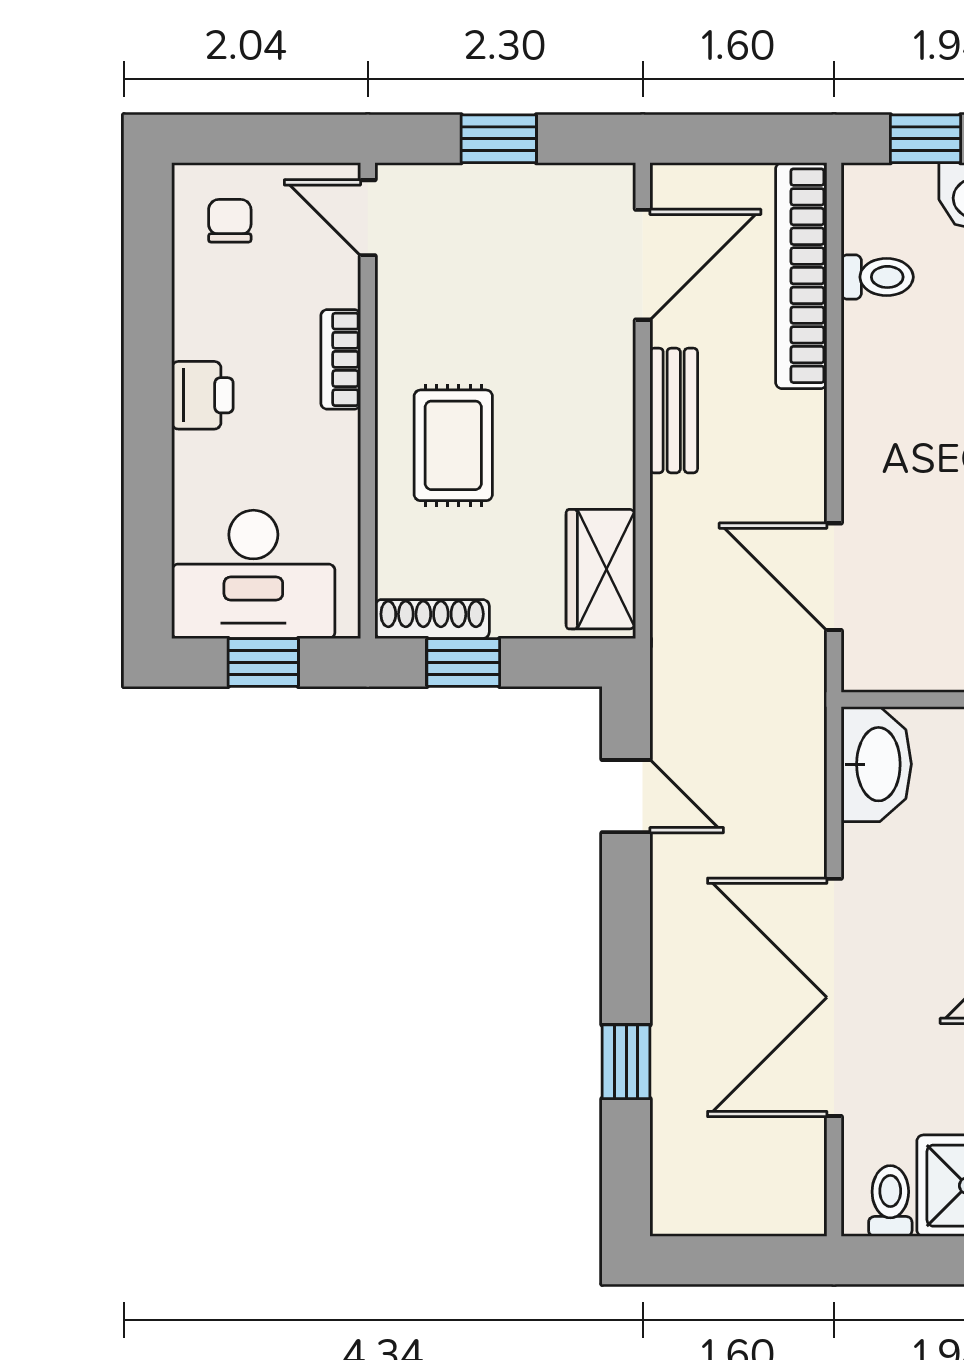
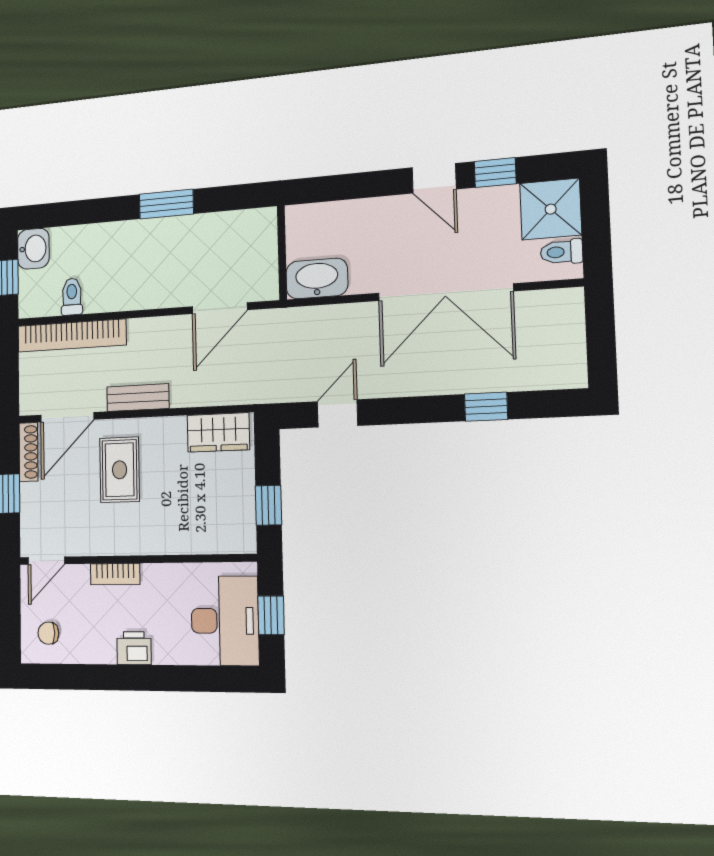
door: (643, 265) -> (67, 417), swing flipped
rug: (453, 445) -> (120, 470), moved, turned 90
shoe rack: (432, 619) -> (28, 452), moved, turned 180

